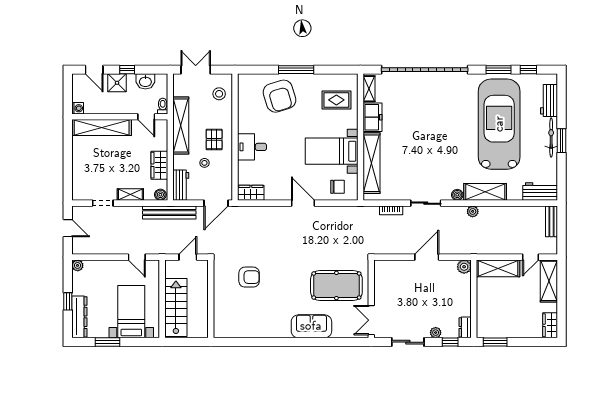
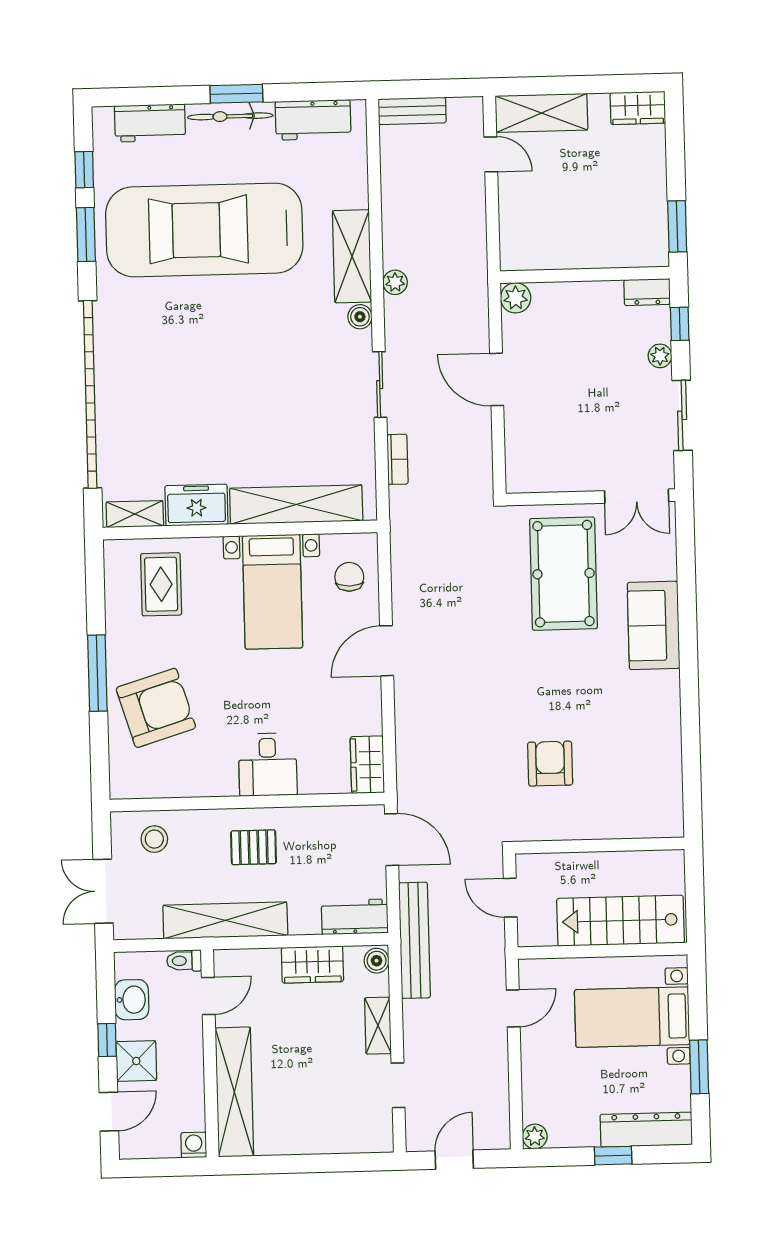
stool: (204, 163) -> (305, 867), removed
workbench: (540, 191) -> (313, 120), moved, turned -90
shelving: (498, 268) -> (517, 224), removed

